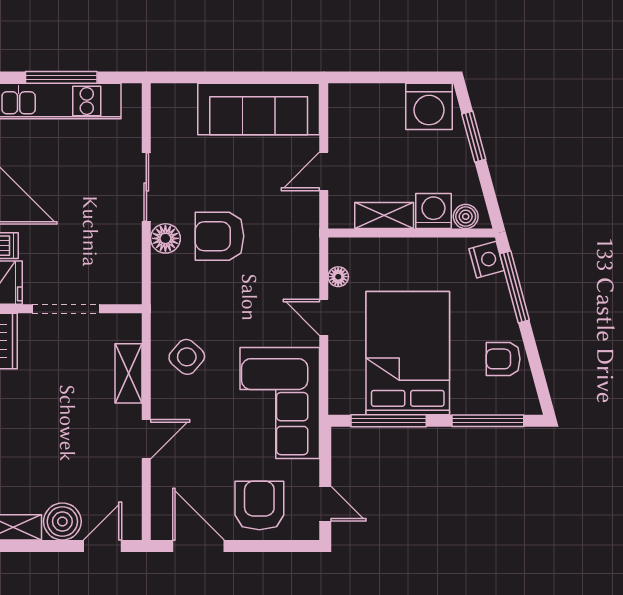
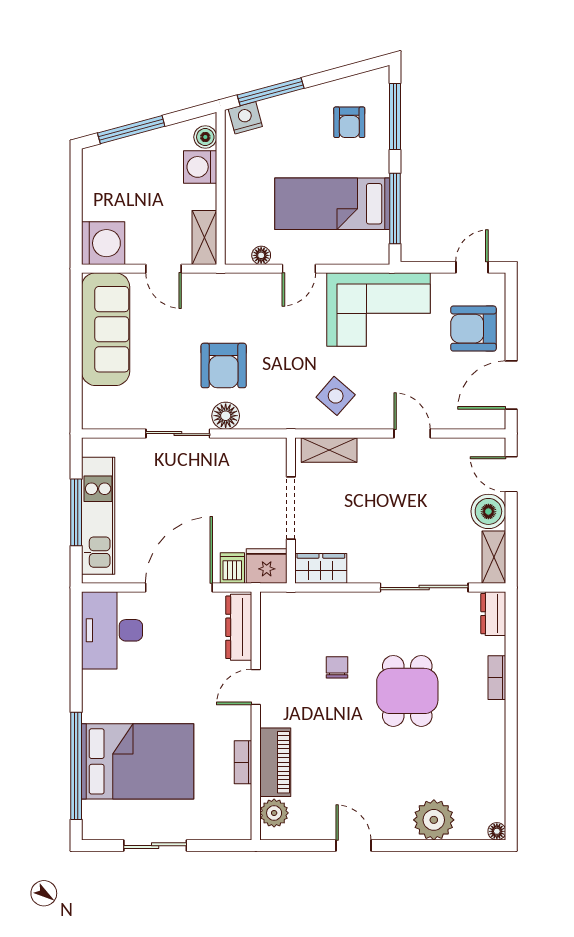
washing machine: (429, 106) -> (103, 243), moved
window: (474, 137) -> (131, 130), width x1.44
shelving: (384, 216) -> (204, 238), moved
bed: (408, 353) -> (332, 204), width x0.67
armchair: (503, 359) -> (349, 122), moved
shelving: (129, 373) -> (329, 450), moved

